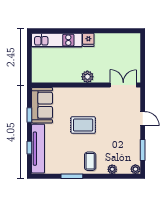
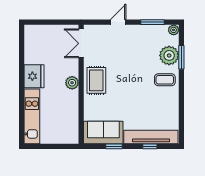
fridge: (88, 40) -> (34, 76), width x1.88, depth x1.34
rug: (83, 125) -> (96, 80), moved
plant: (112, 169) -> (169, 55), width x1.87, depth x1.87
window: (72, 176) -> (181, 57), moved

